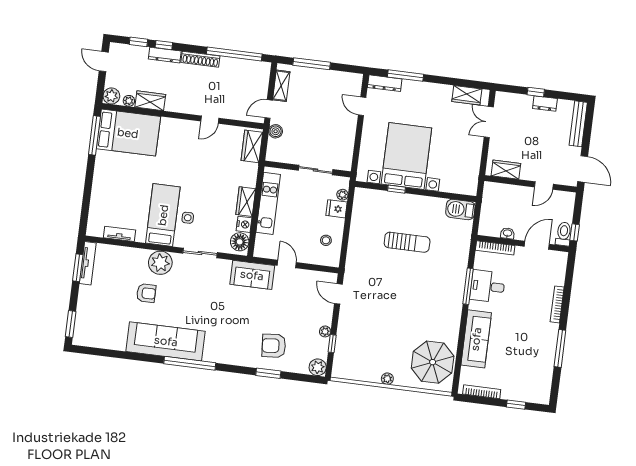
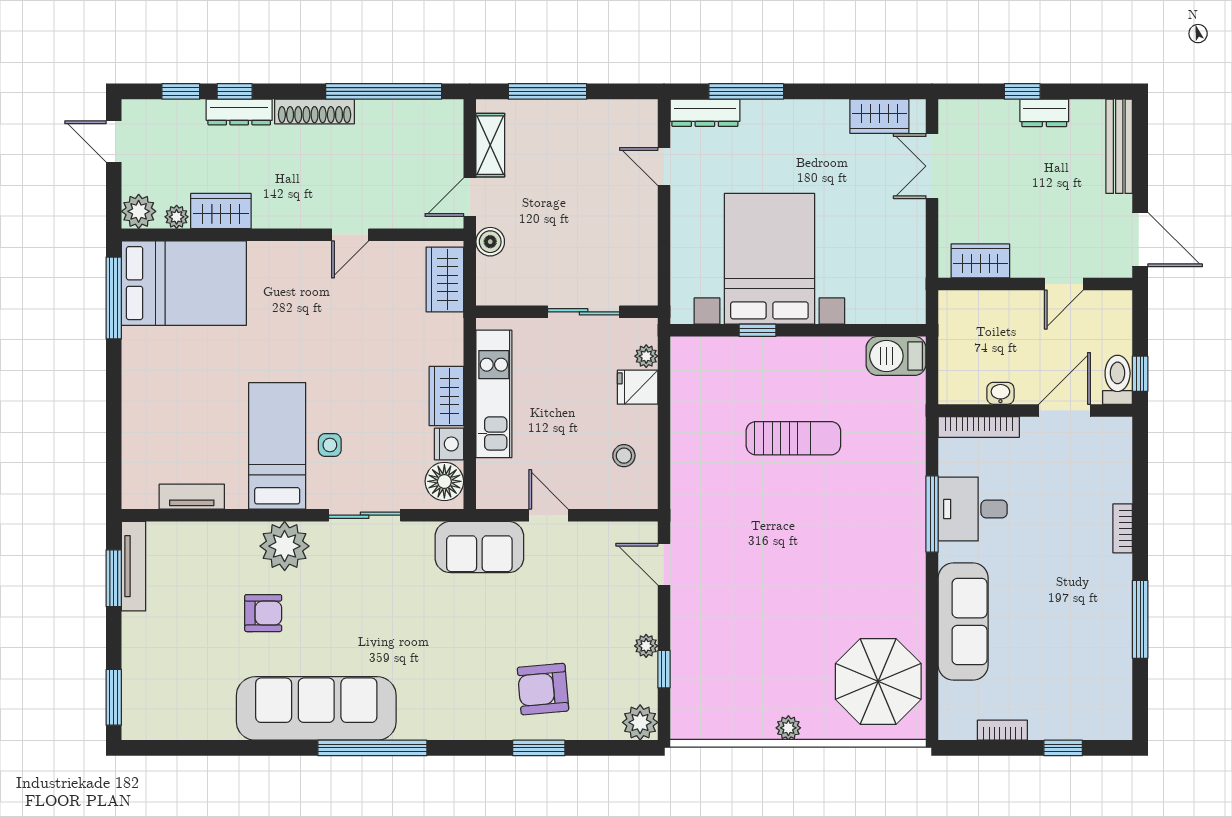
bookcase: (557, 304) -> (1123, 528), width x0.64
bookcase: (482, 392) -> (1002, 730), width x0.64

